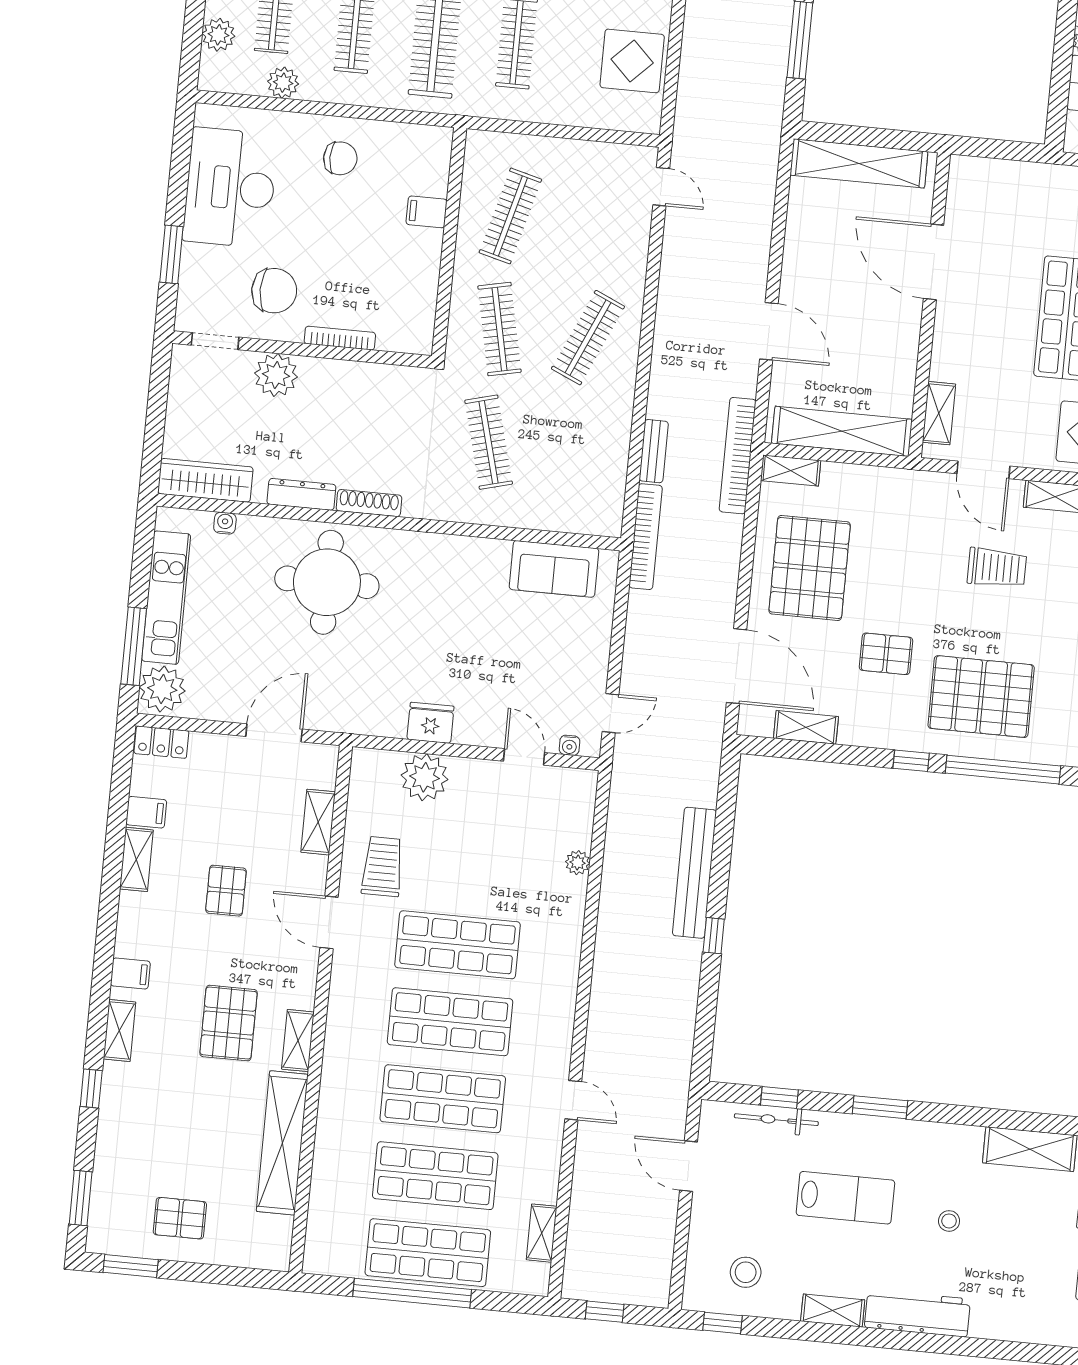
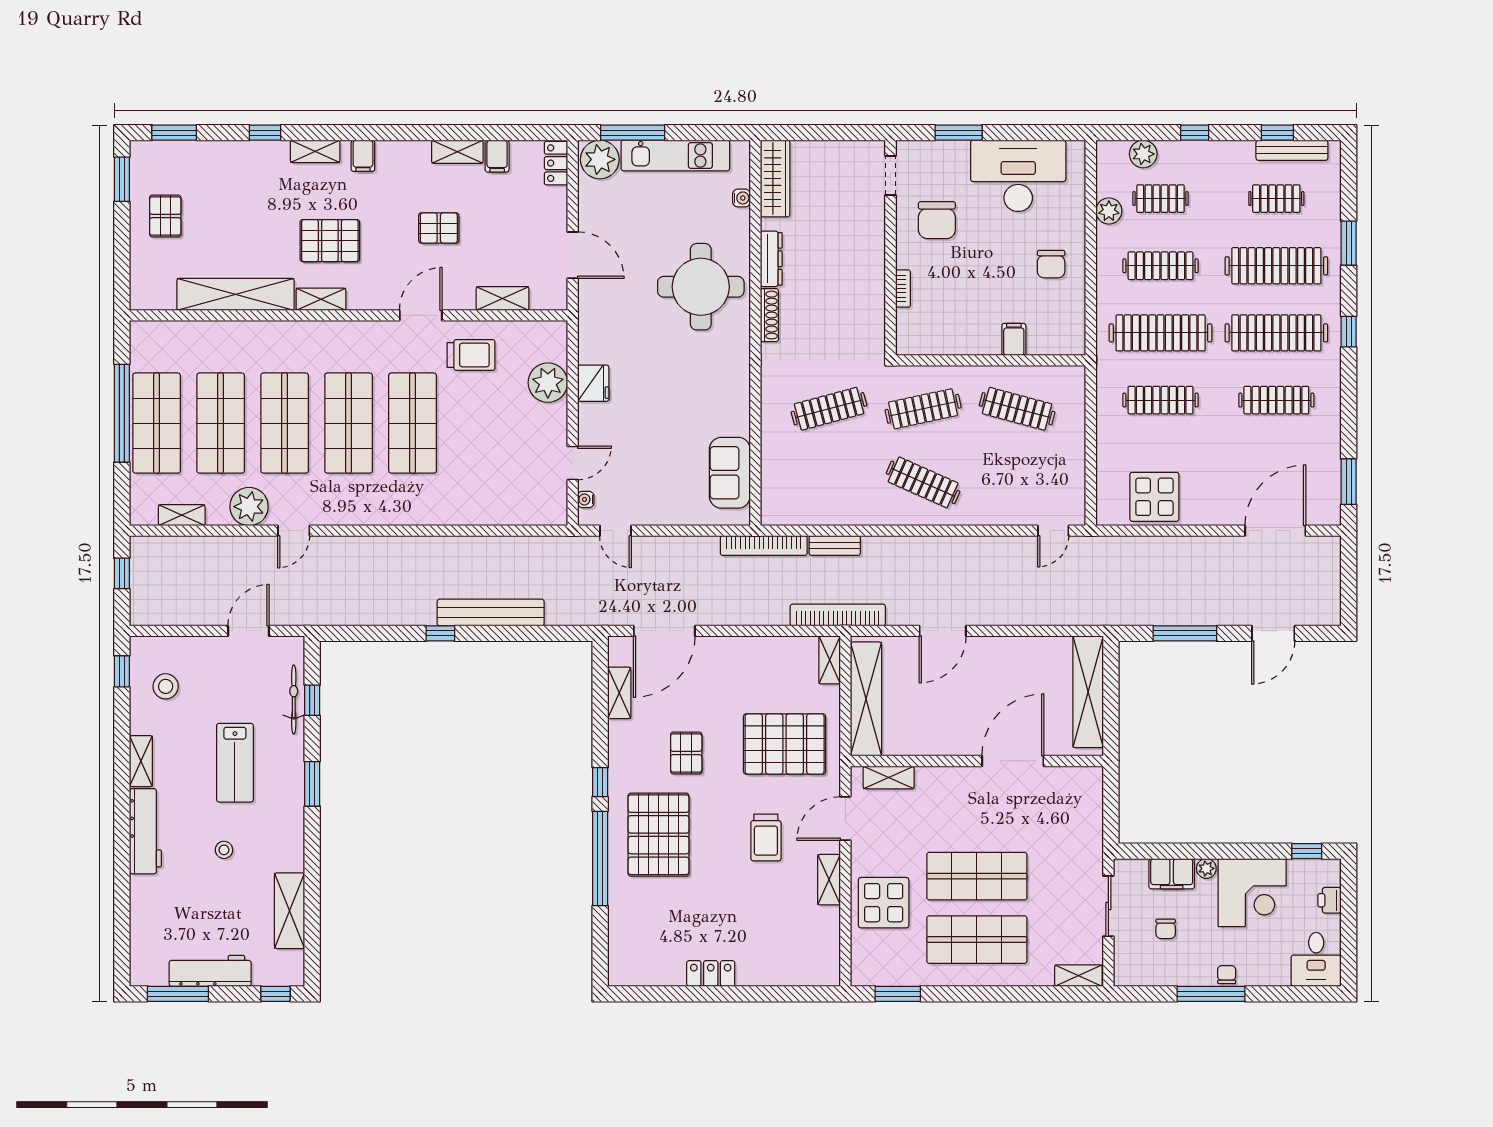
bookcase: (340, 338) -> (903, 289), width x0.64
plant: (276, 375) -> (867, 228), removed
pallet: (810, 568) -> (785, 744), moved
plant: (578, 863) -> (249, 507), moved, width x1.87, depth x1.87

